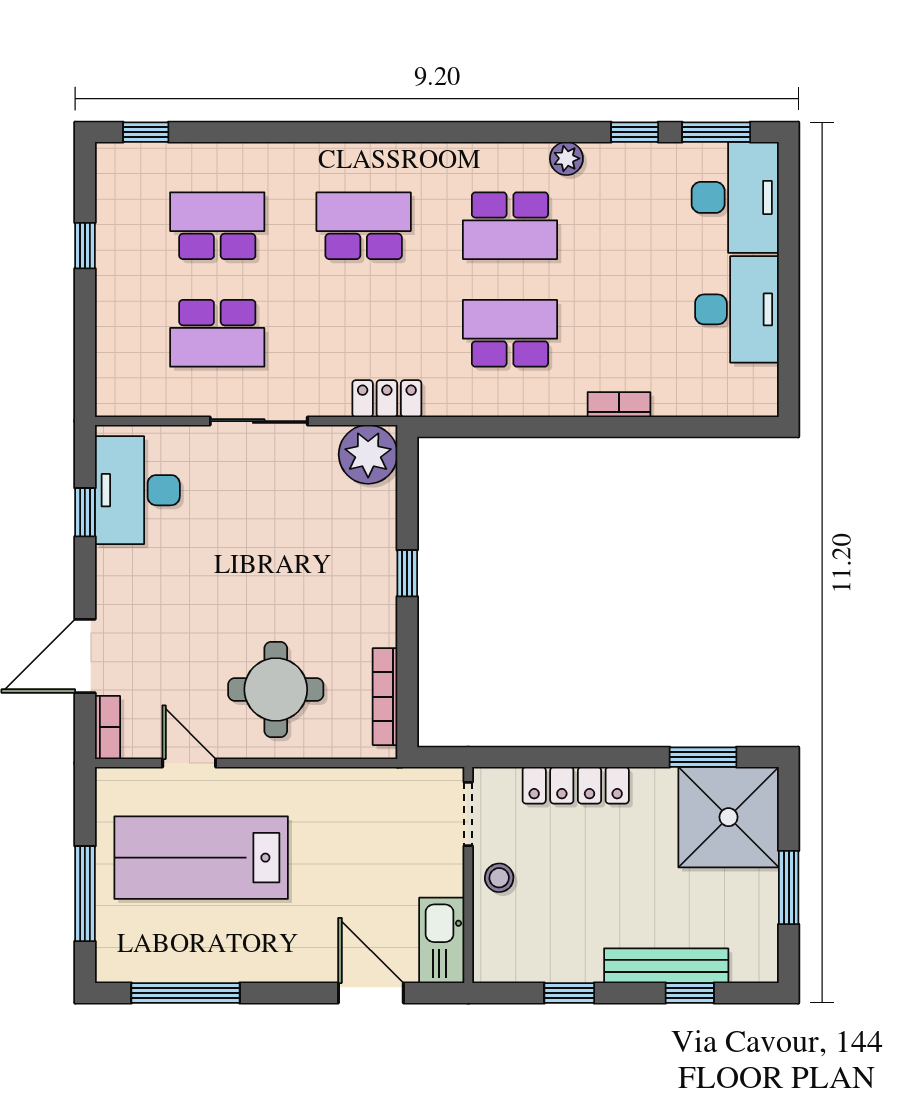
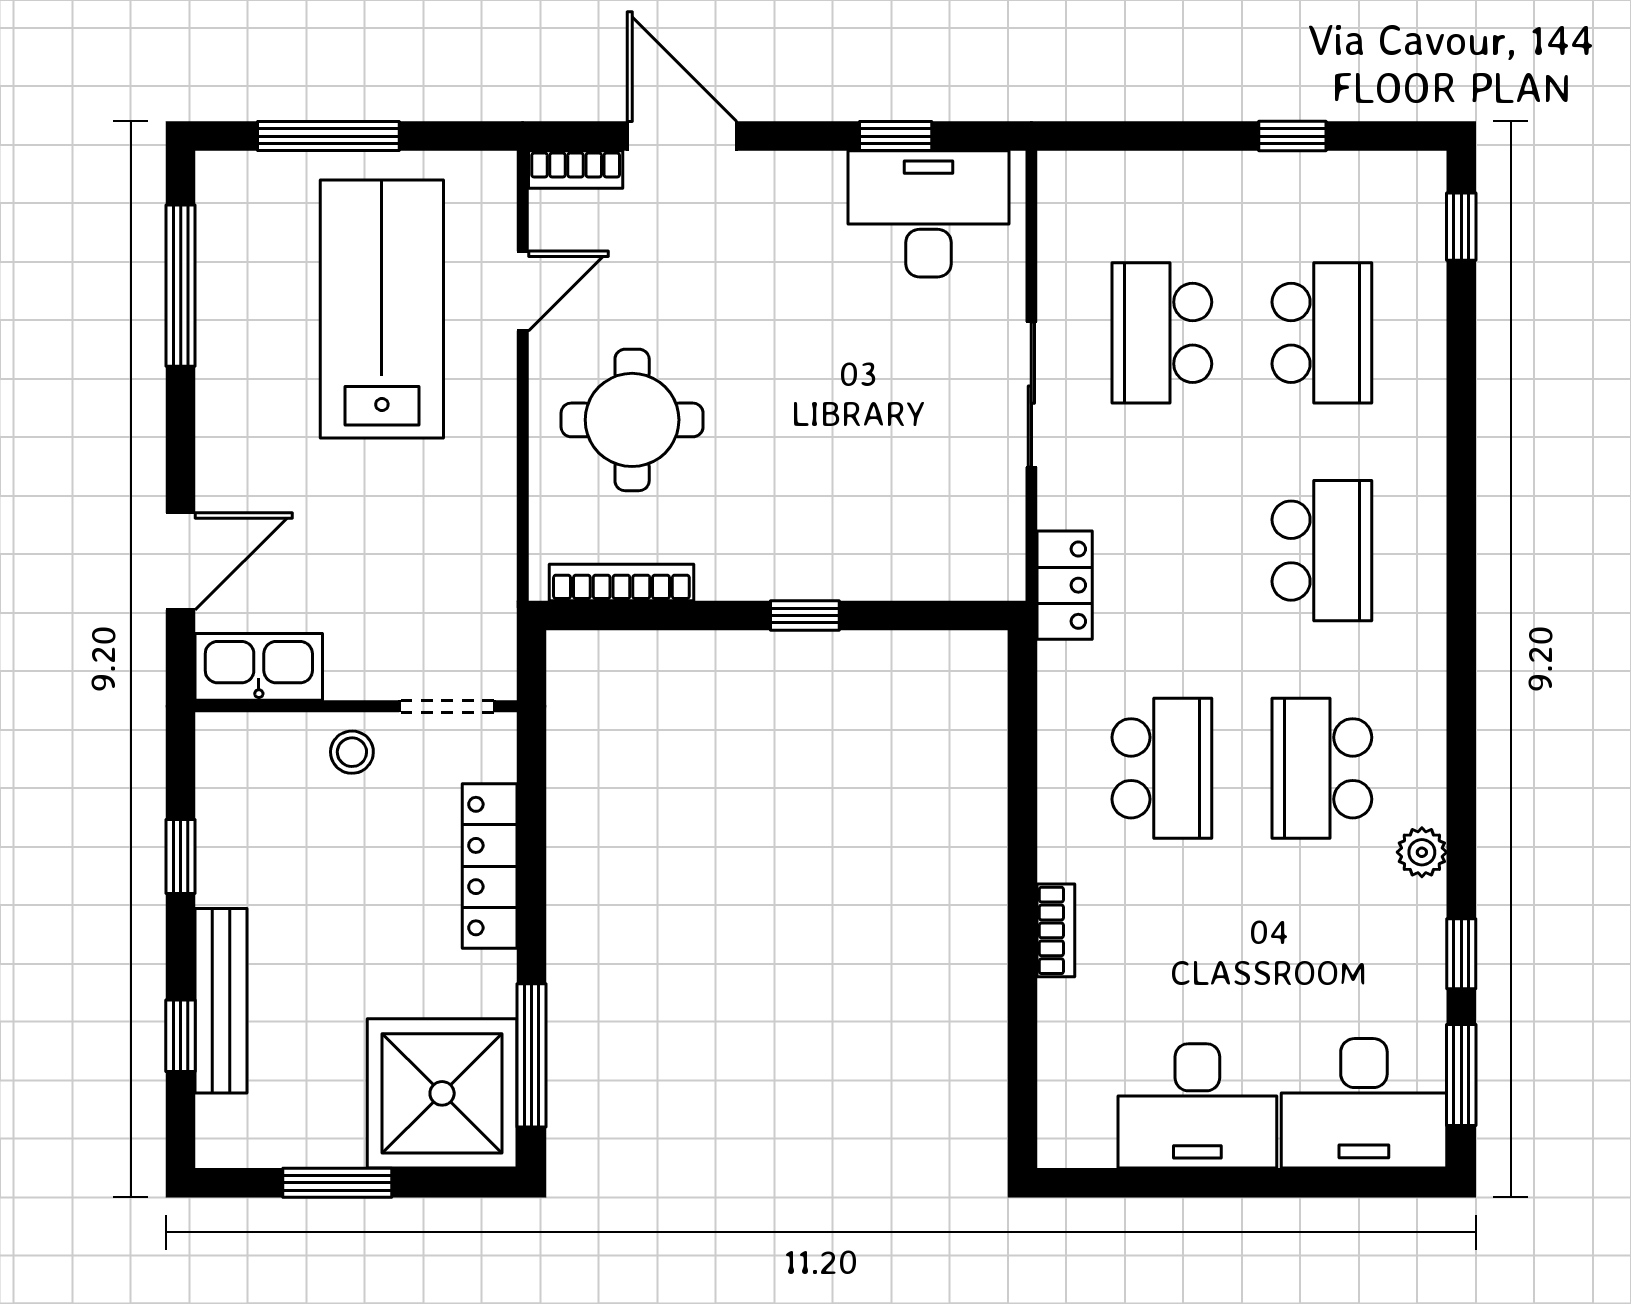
plant: (368, 454) -> (982, 557), removed
window: (703, 757) -> (531, 1055), width x1.44

